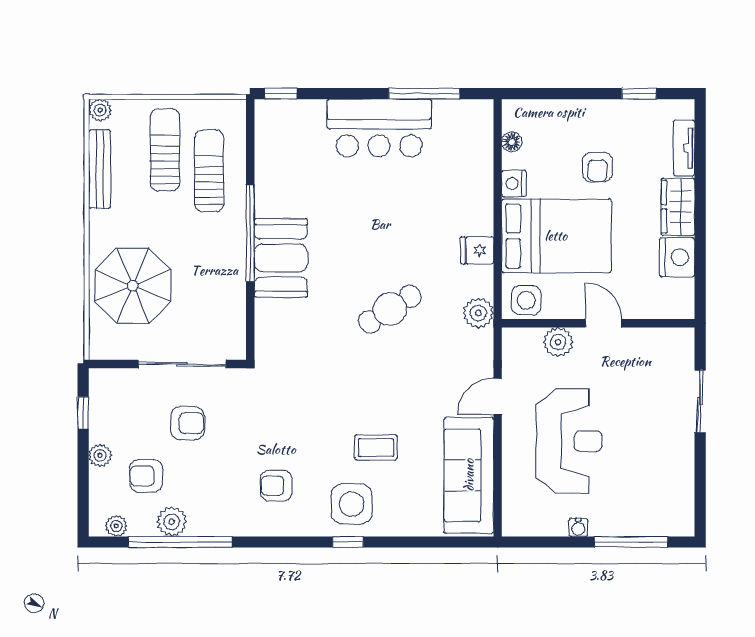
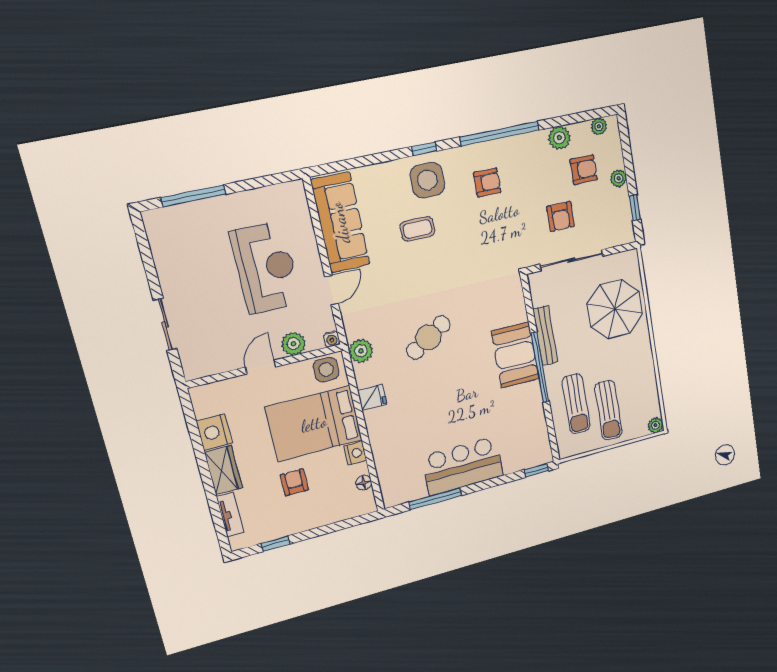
bench: (100, 169) -> (545, 336), moved
door: (604, 323) -> (261, 367), swing flipped
armchair: (187, 423) -> (560, 217), turned -90
reception desk: (569, 441) -> (266, 268), turned 180
water cooler: (578, 527) -> (332, 339), moved, turned 180
window: (180, 542) -> (500, 134), moved

